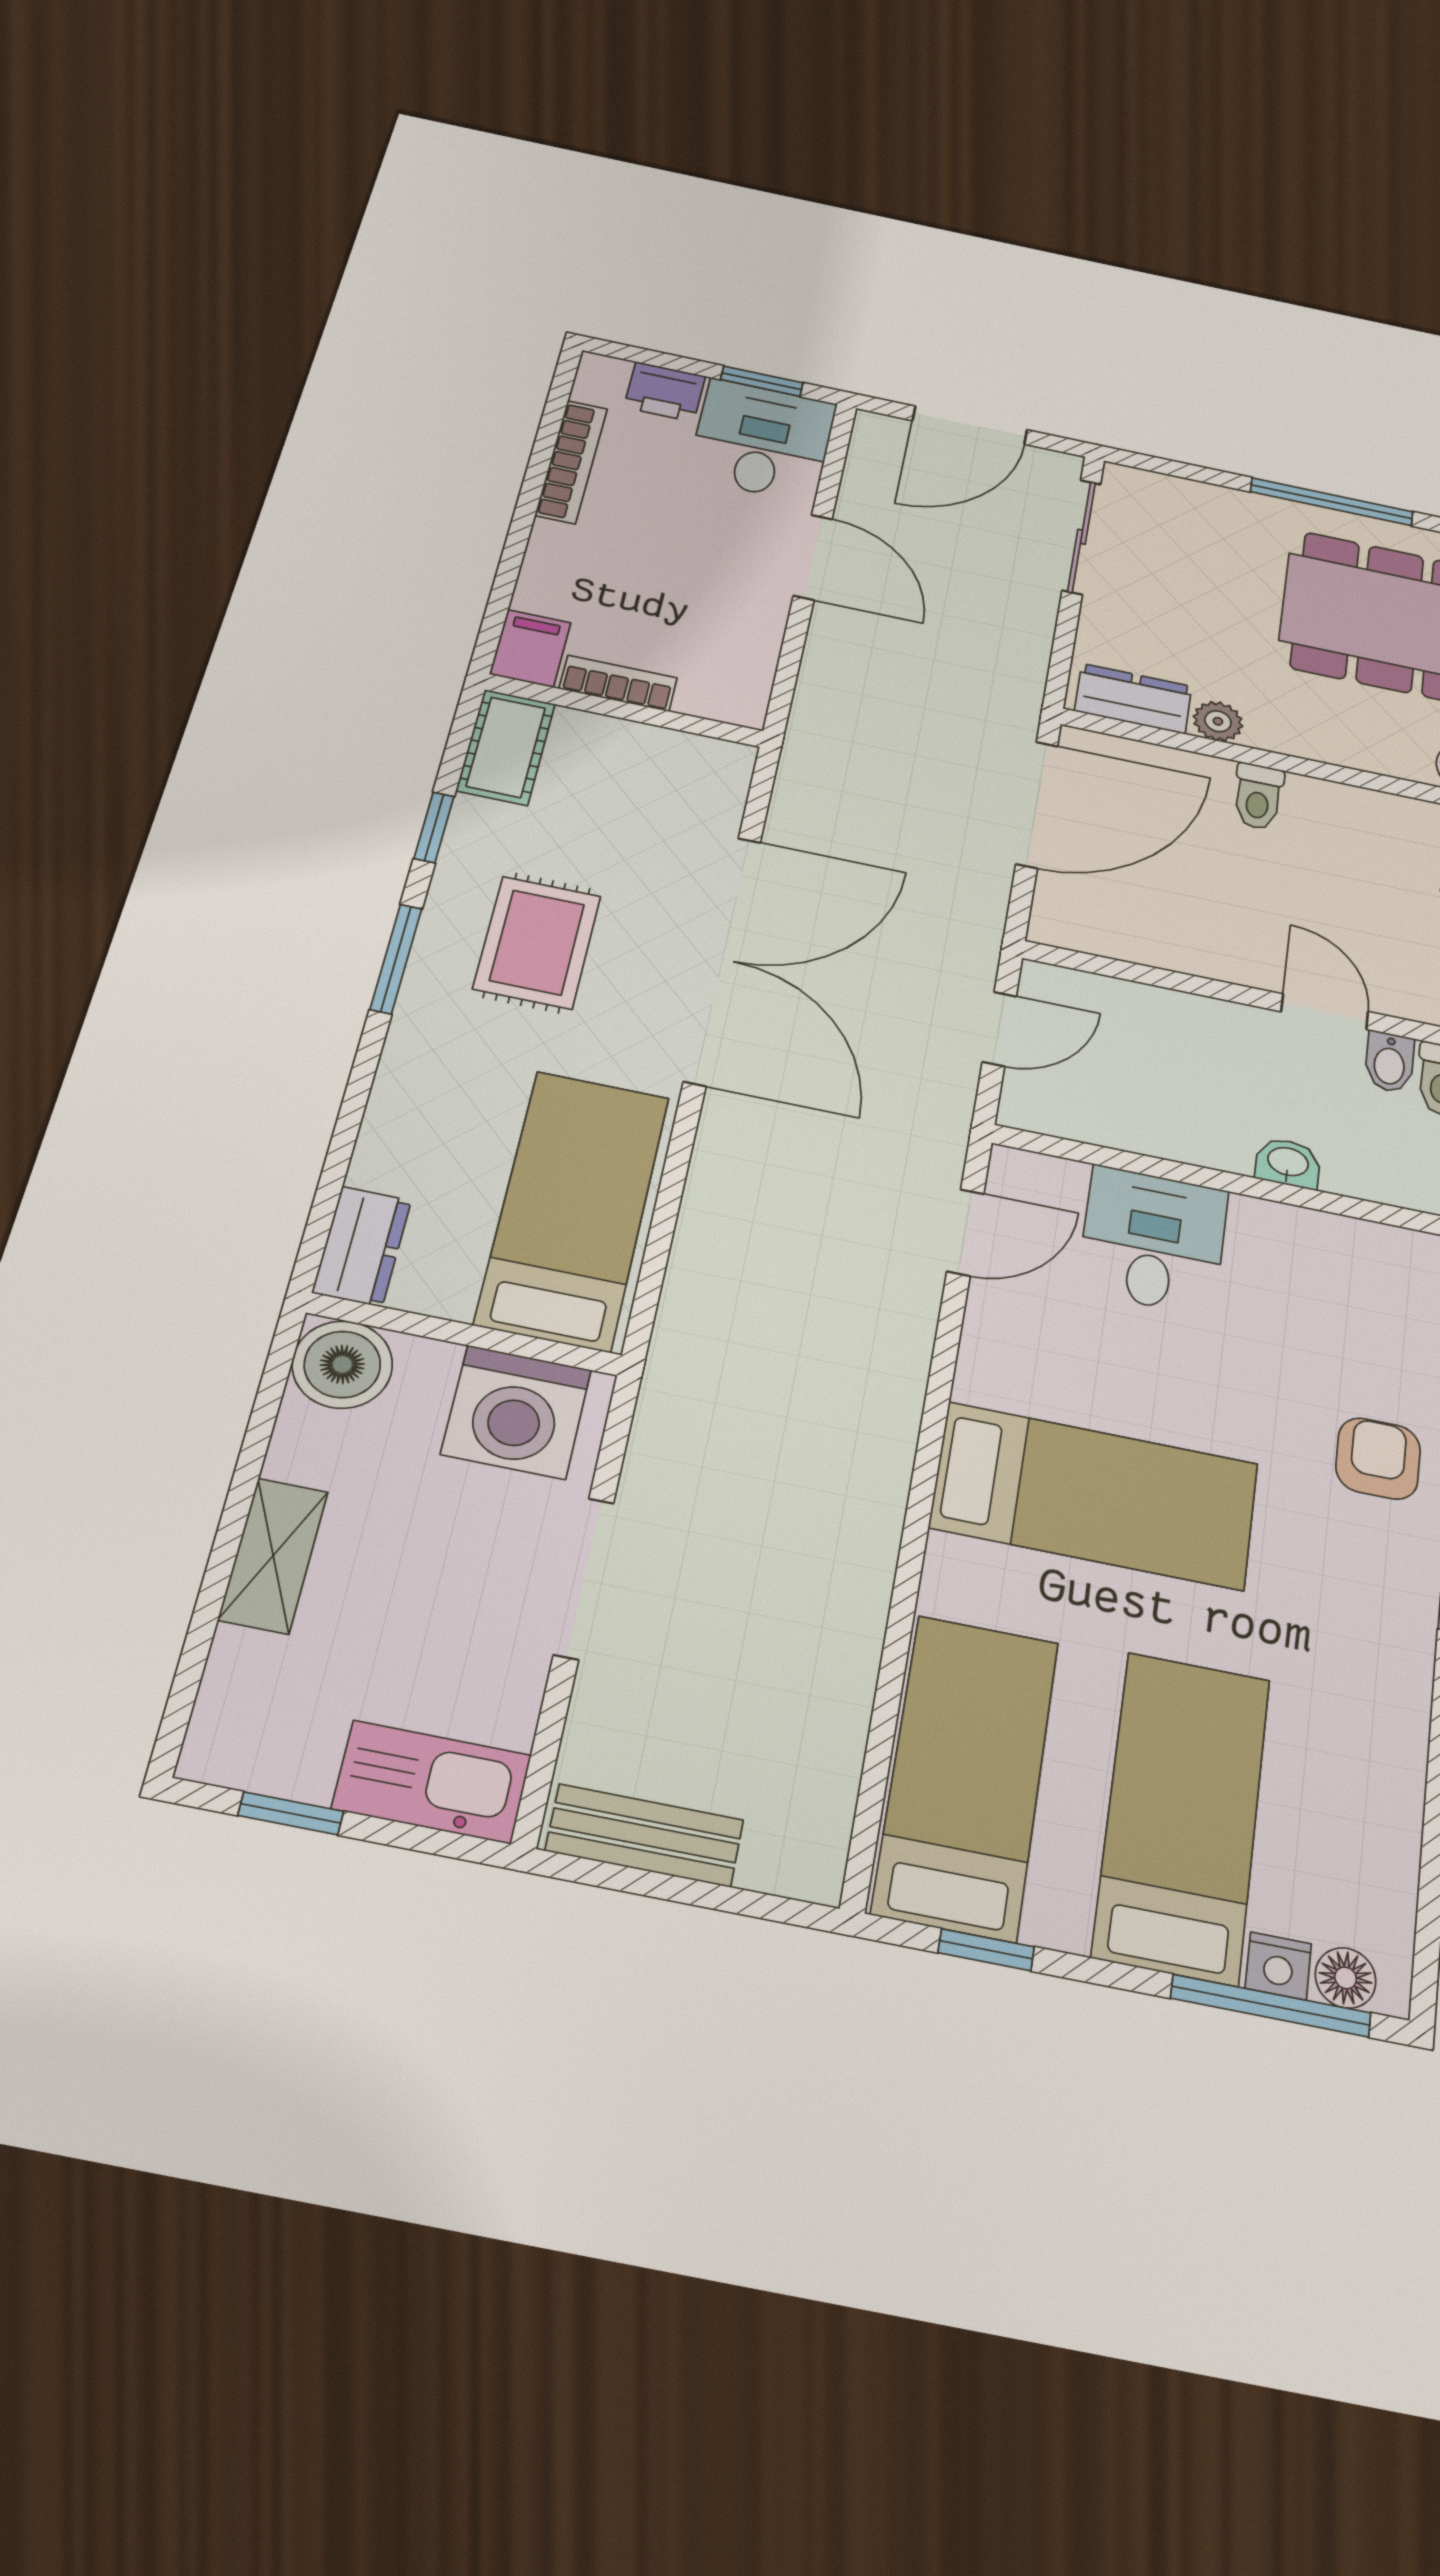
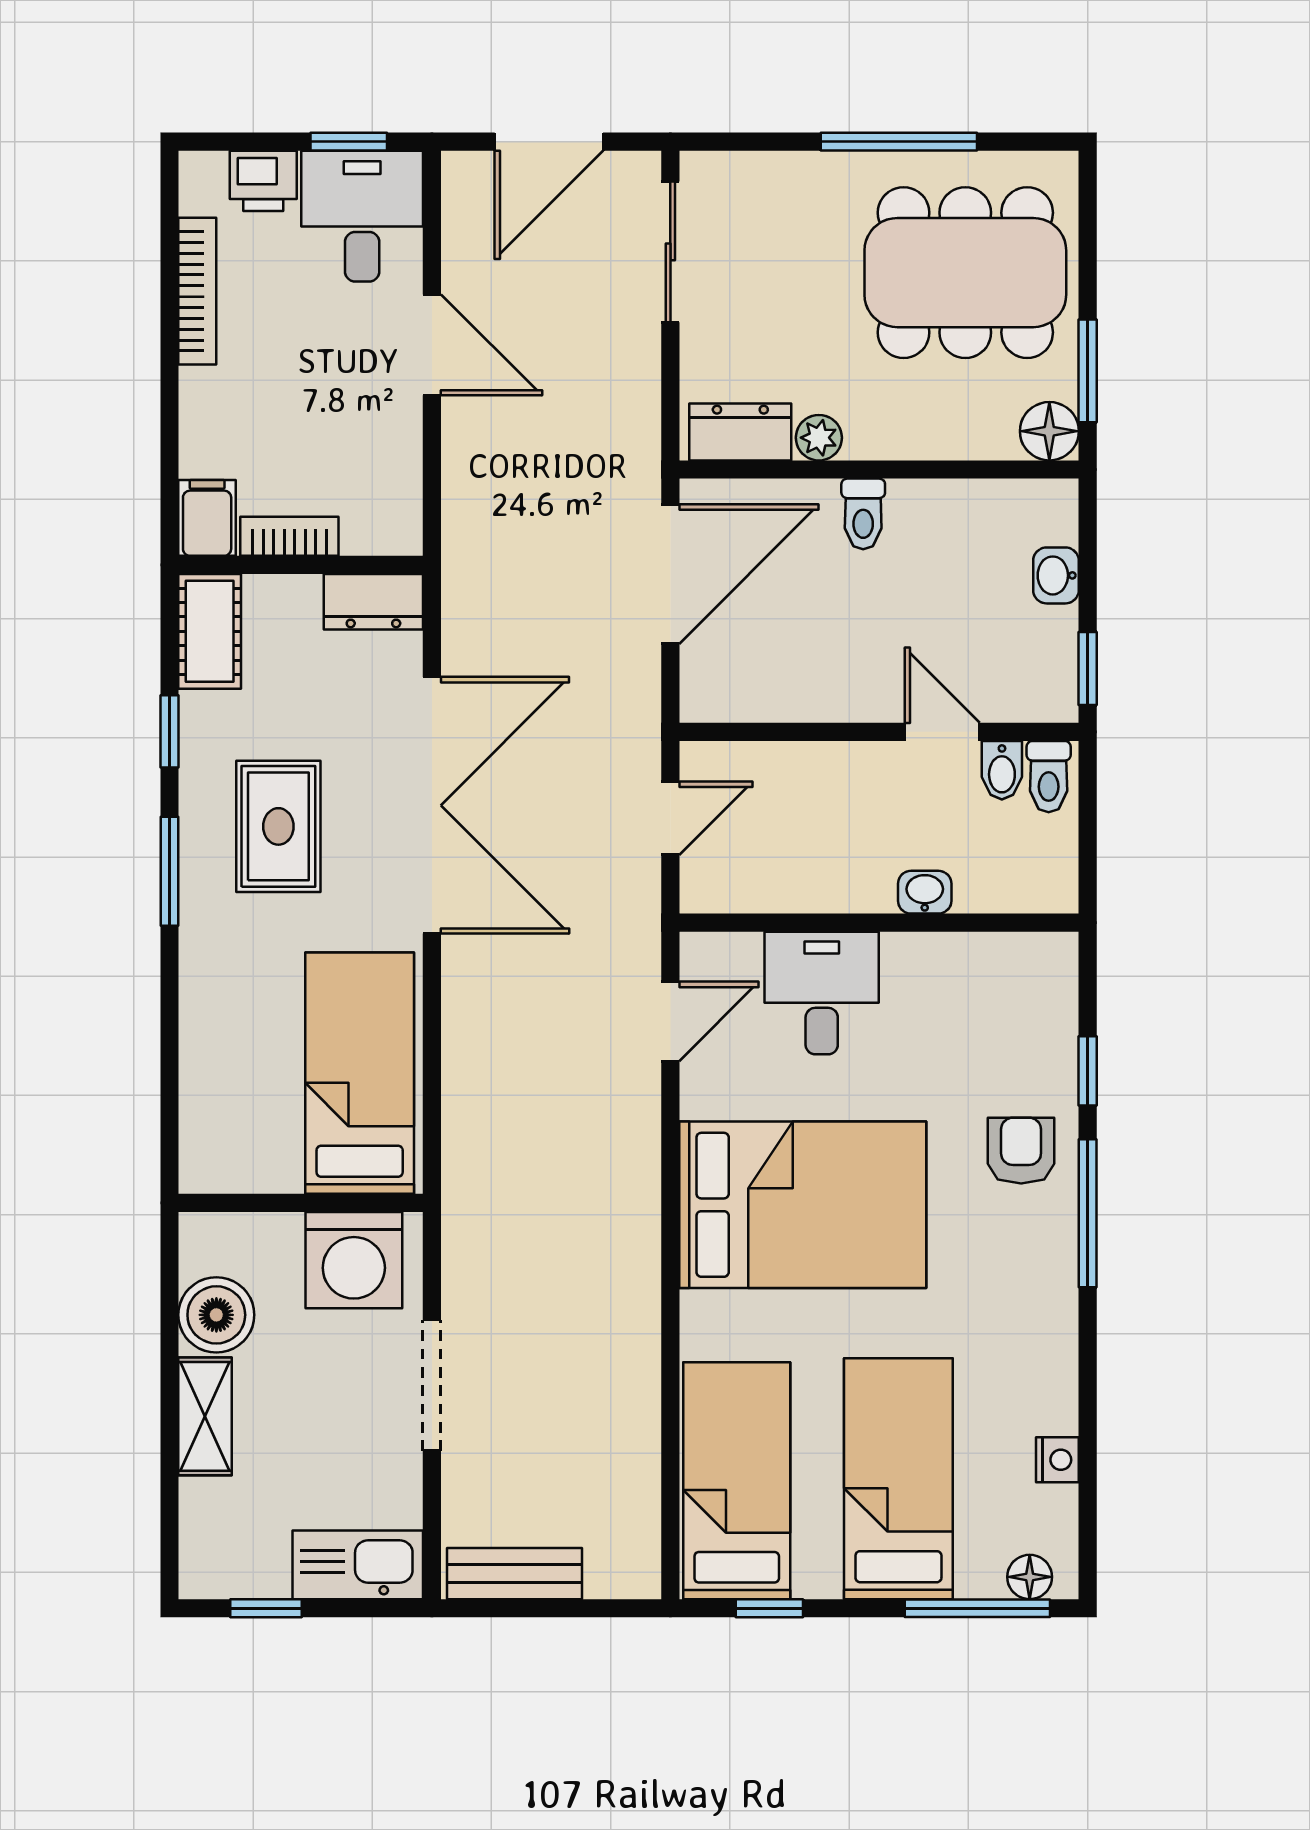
dresser: (362, 1246) -> (373, 602), moved, turned 90
boiler: (342, 1364) -> (216, 1315), moved
bed: (1095, 1496) -> (803, 1205), width x1.50
nightstand: (1278, 1966) -> (1057, 1460), moved, turned -90

